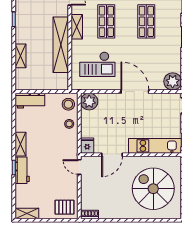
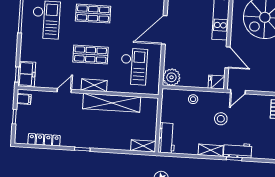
shelving: (21, 56) -> (143, 146), moved
stool: (68, 104) -> (221, 119), moved

